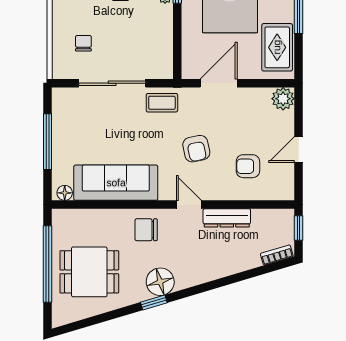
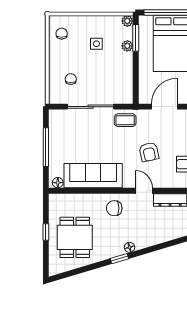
window: (48, 264) -> (46, 232), width x0.32
dining table: (89, 272) -> (75, 237), turned 90
floor lamp: (160, 282) -> (130, 247), width x0.53, depth x0.53

